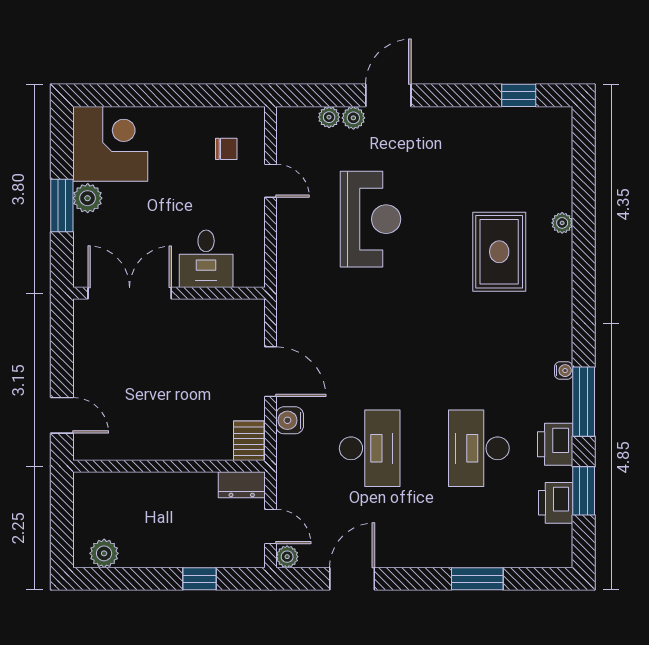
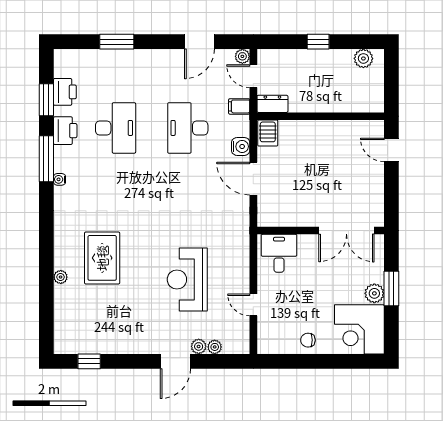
chair: (226, 149) -> (308, 340), moved
desk: (206, 259) -> (279, 253), moved
filing cabinet: (292, 481) -> (239, 106), added
window: (199, 579) -> (318, 42), moved

